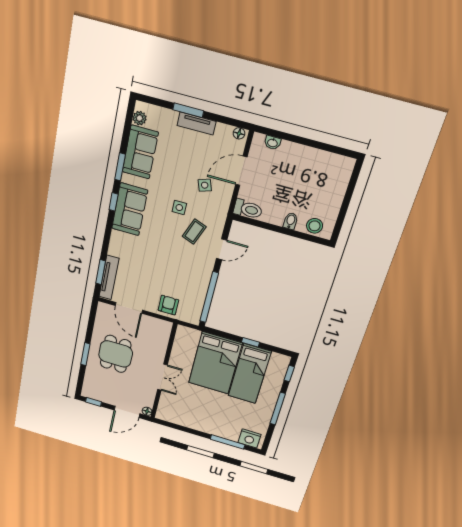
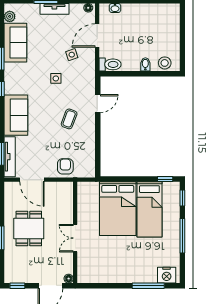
sofa: (130, 209) -> (16, 115), moved
coffee table: (194, 232) -> (69, 119), moved
window: (209, 297) -> (98, 149), removed
window: (250, 342) -> (165, 179), moved
double door: (162, 377) -> (75, 238), swing flipped

